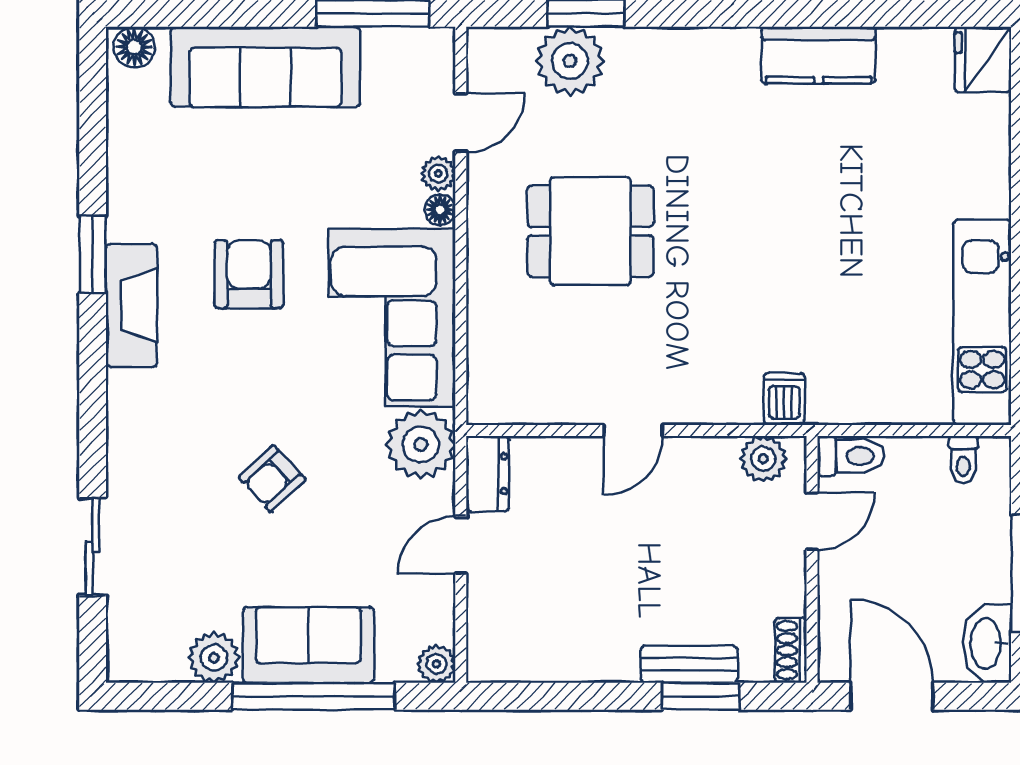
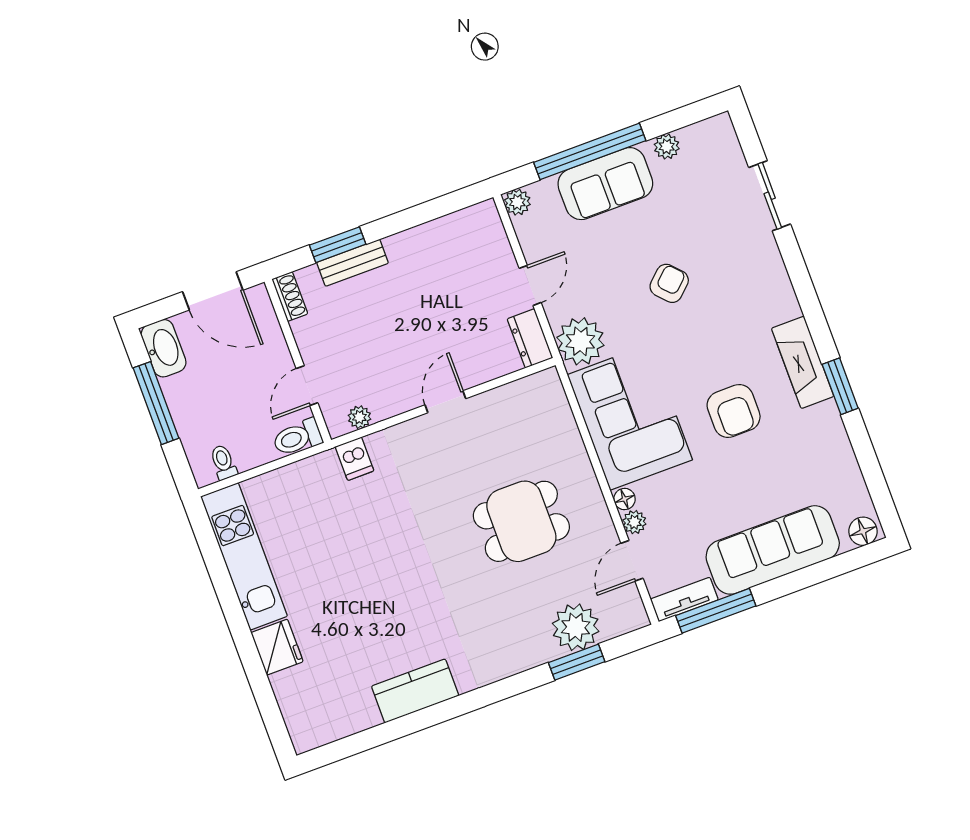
tv unit: (410, 44) -> (684, 599), added
fridge: (983, 60) -> (277, 647), moved
plant: (763, 459) -> (359, 417), width x0.73, depth x0.73
plant: (214, 658) -> (667, 146), width x0.73, depth x0.73

